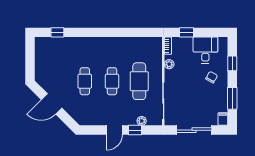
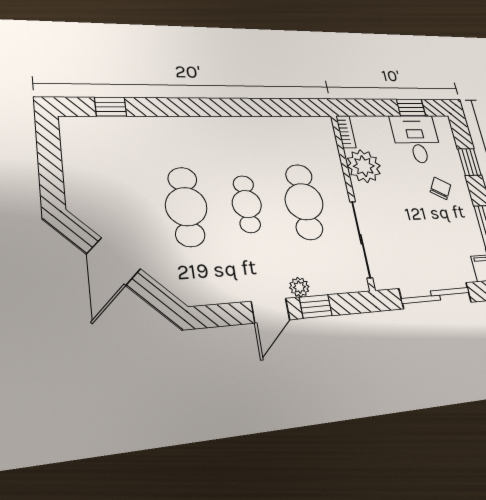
window: (187, 32) -> (411, 108), moved
plant: (169, 64) -> (364, 166), width x1.88, depth x1.88
cafe table: (85, 81) -> (186, 207), width x1.37, depth x1.35
door: (52, 104) -> (113, 262), hinge flipped
plant: (142, 121) -> (299, 287), moved

